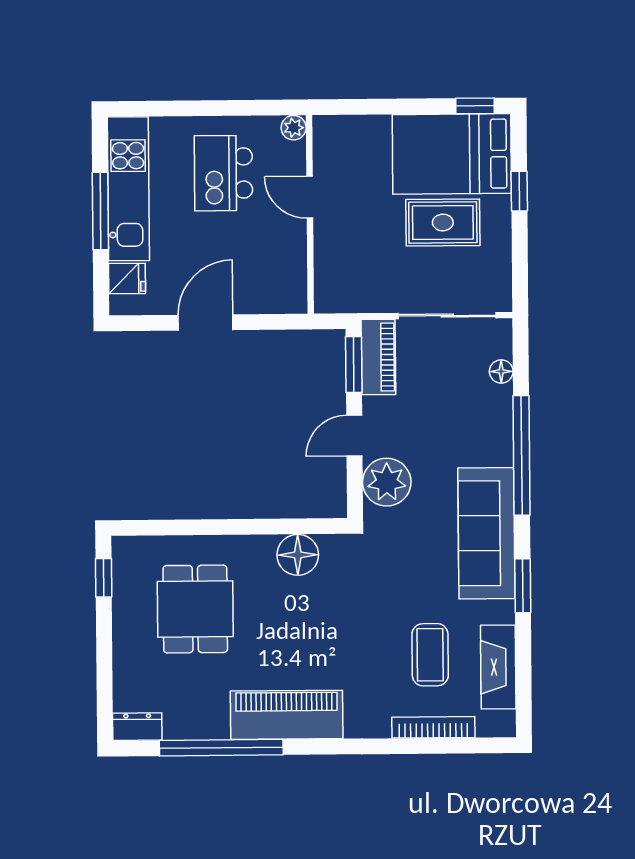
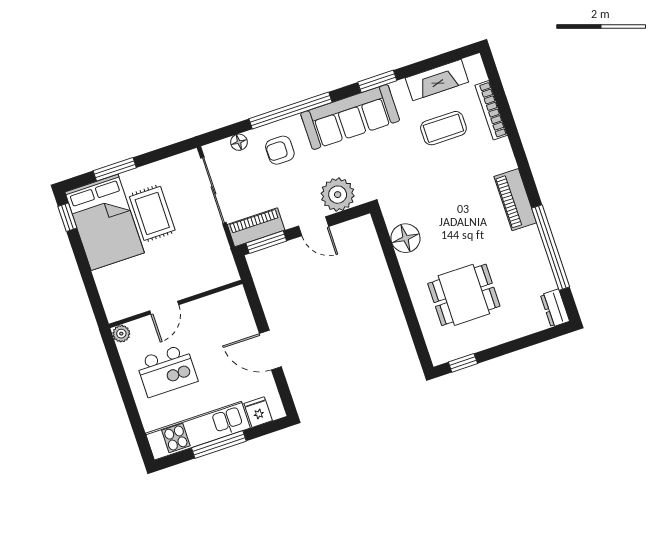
window: (519, 191) -> (115, 169), width x1.50
armchair: (472, 423) -> (280, 150), added
piano: (287, 715) -> (515, 200), width x0.73, depth x0.75

